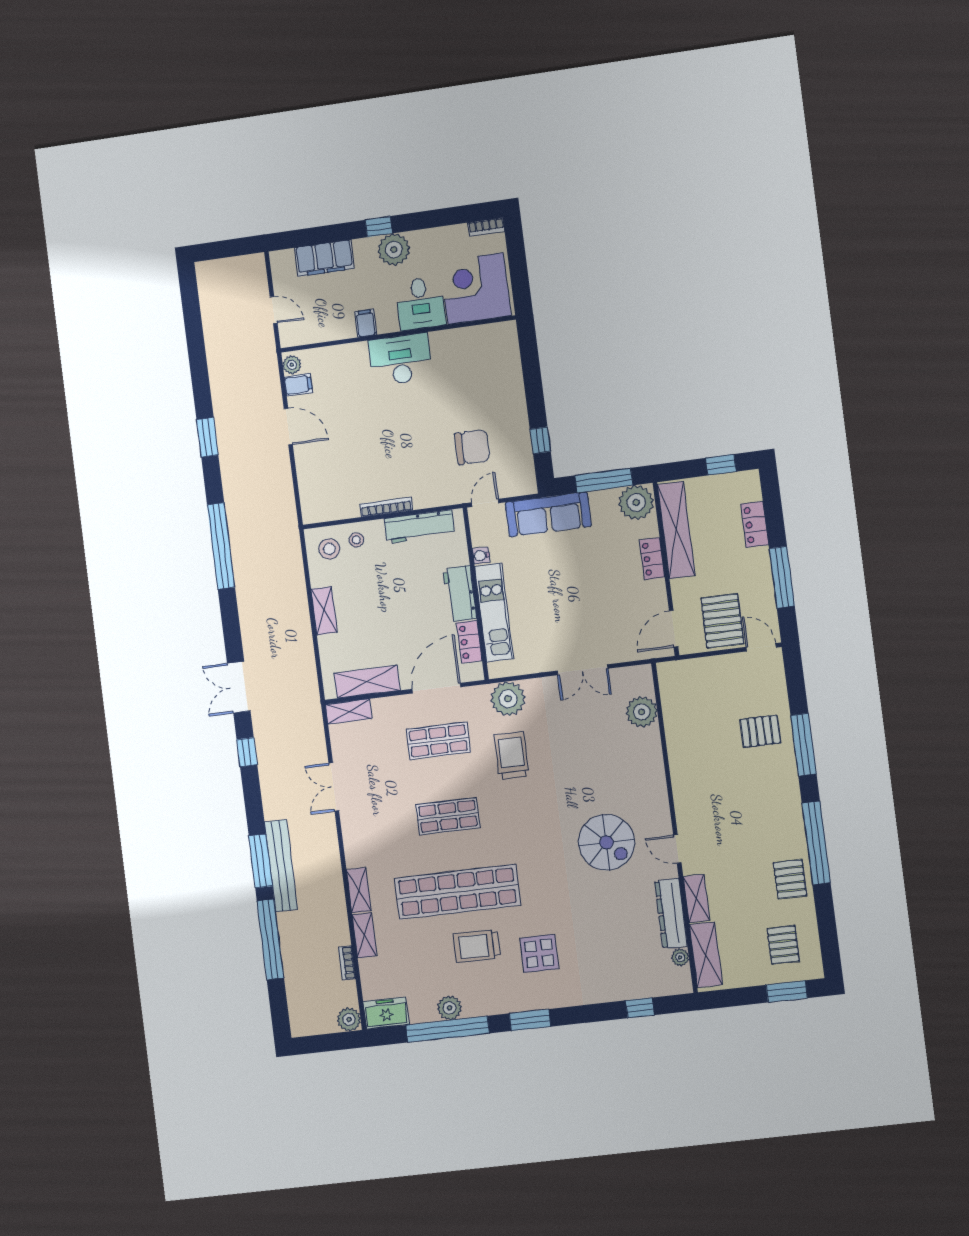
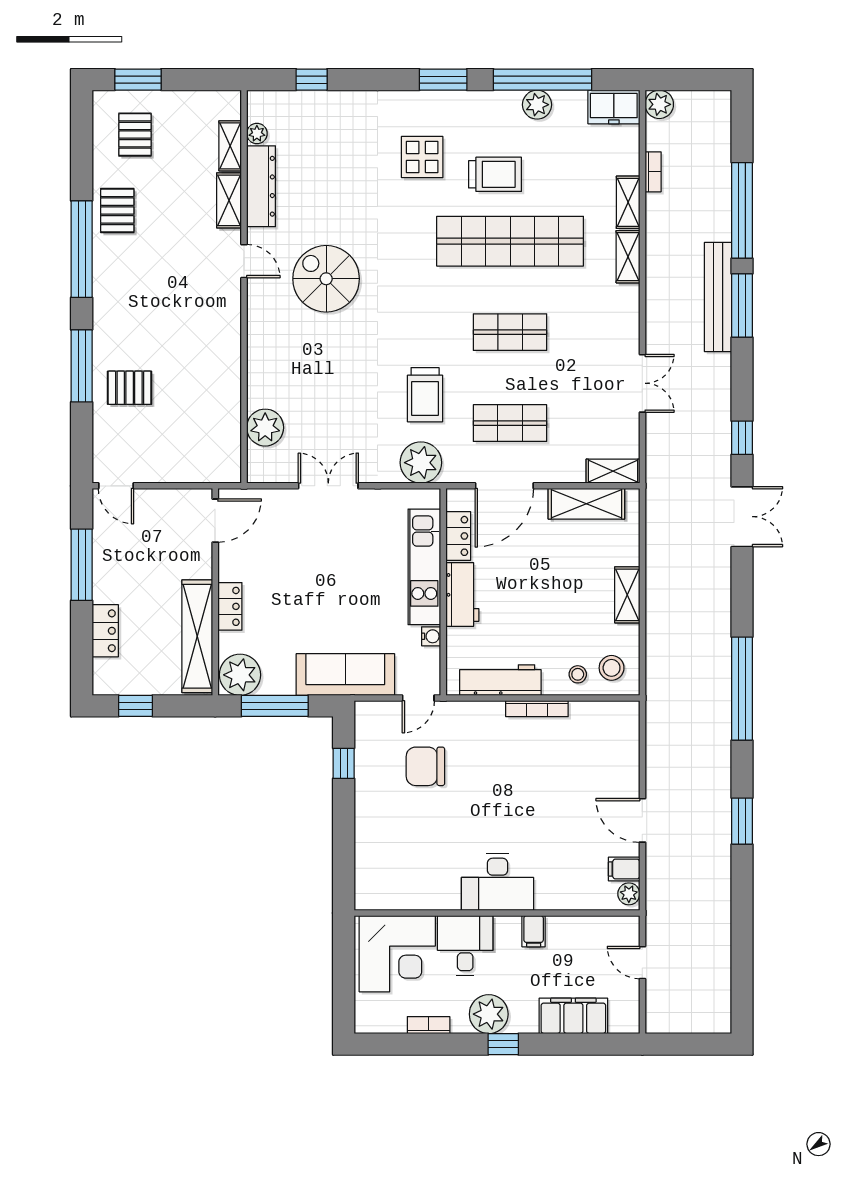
bookcase: (486, 227) -> (429, 1025), moved
pallet: (722, 621) -> (157, 523), removed
shelving: (706, 955) -> (230, 146), width x0.67, depth x0.75

